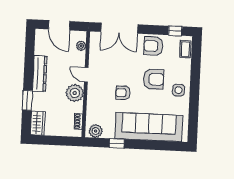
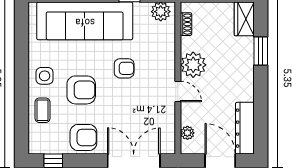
coffee table: (185, 49) -> (43, 110), moved
dresser: (40, 74) -> (245, 128), moved
armchair: (154, 79) -> (81, 90), turned 180

